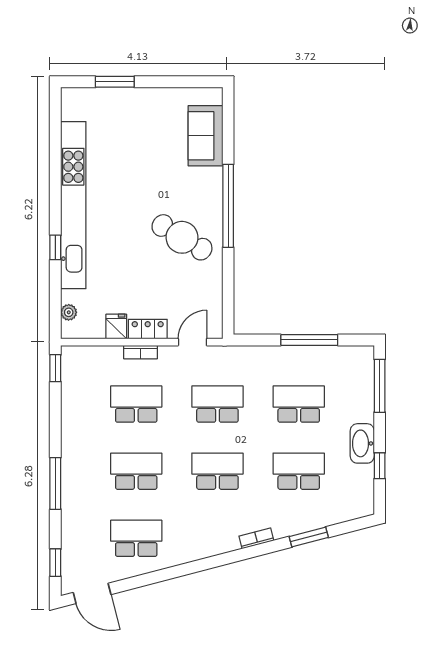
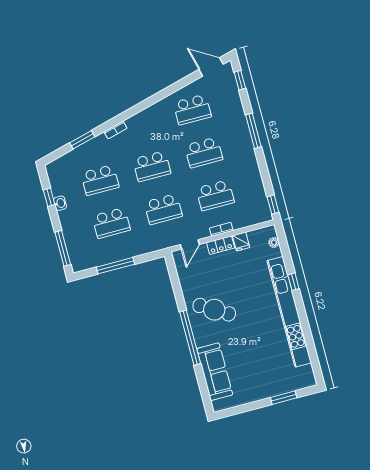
sofa: (205, 136) -> (215, 372), width x1.36
washbasin: (362, 443) -> (60, 203), width x0.52, depth x0.69

